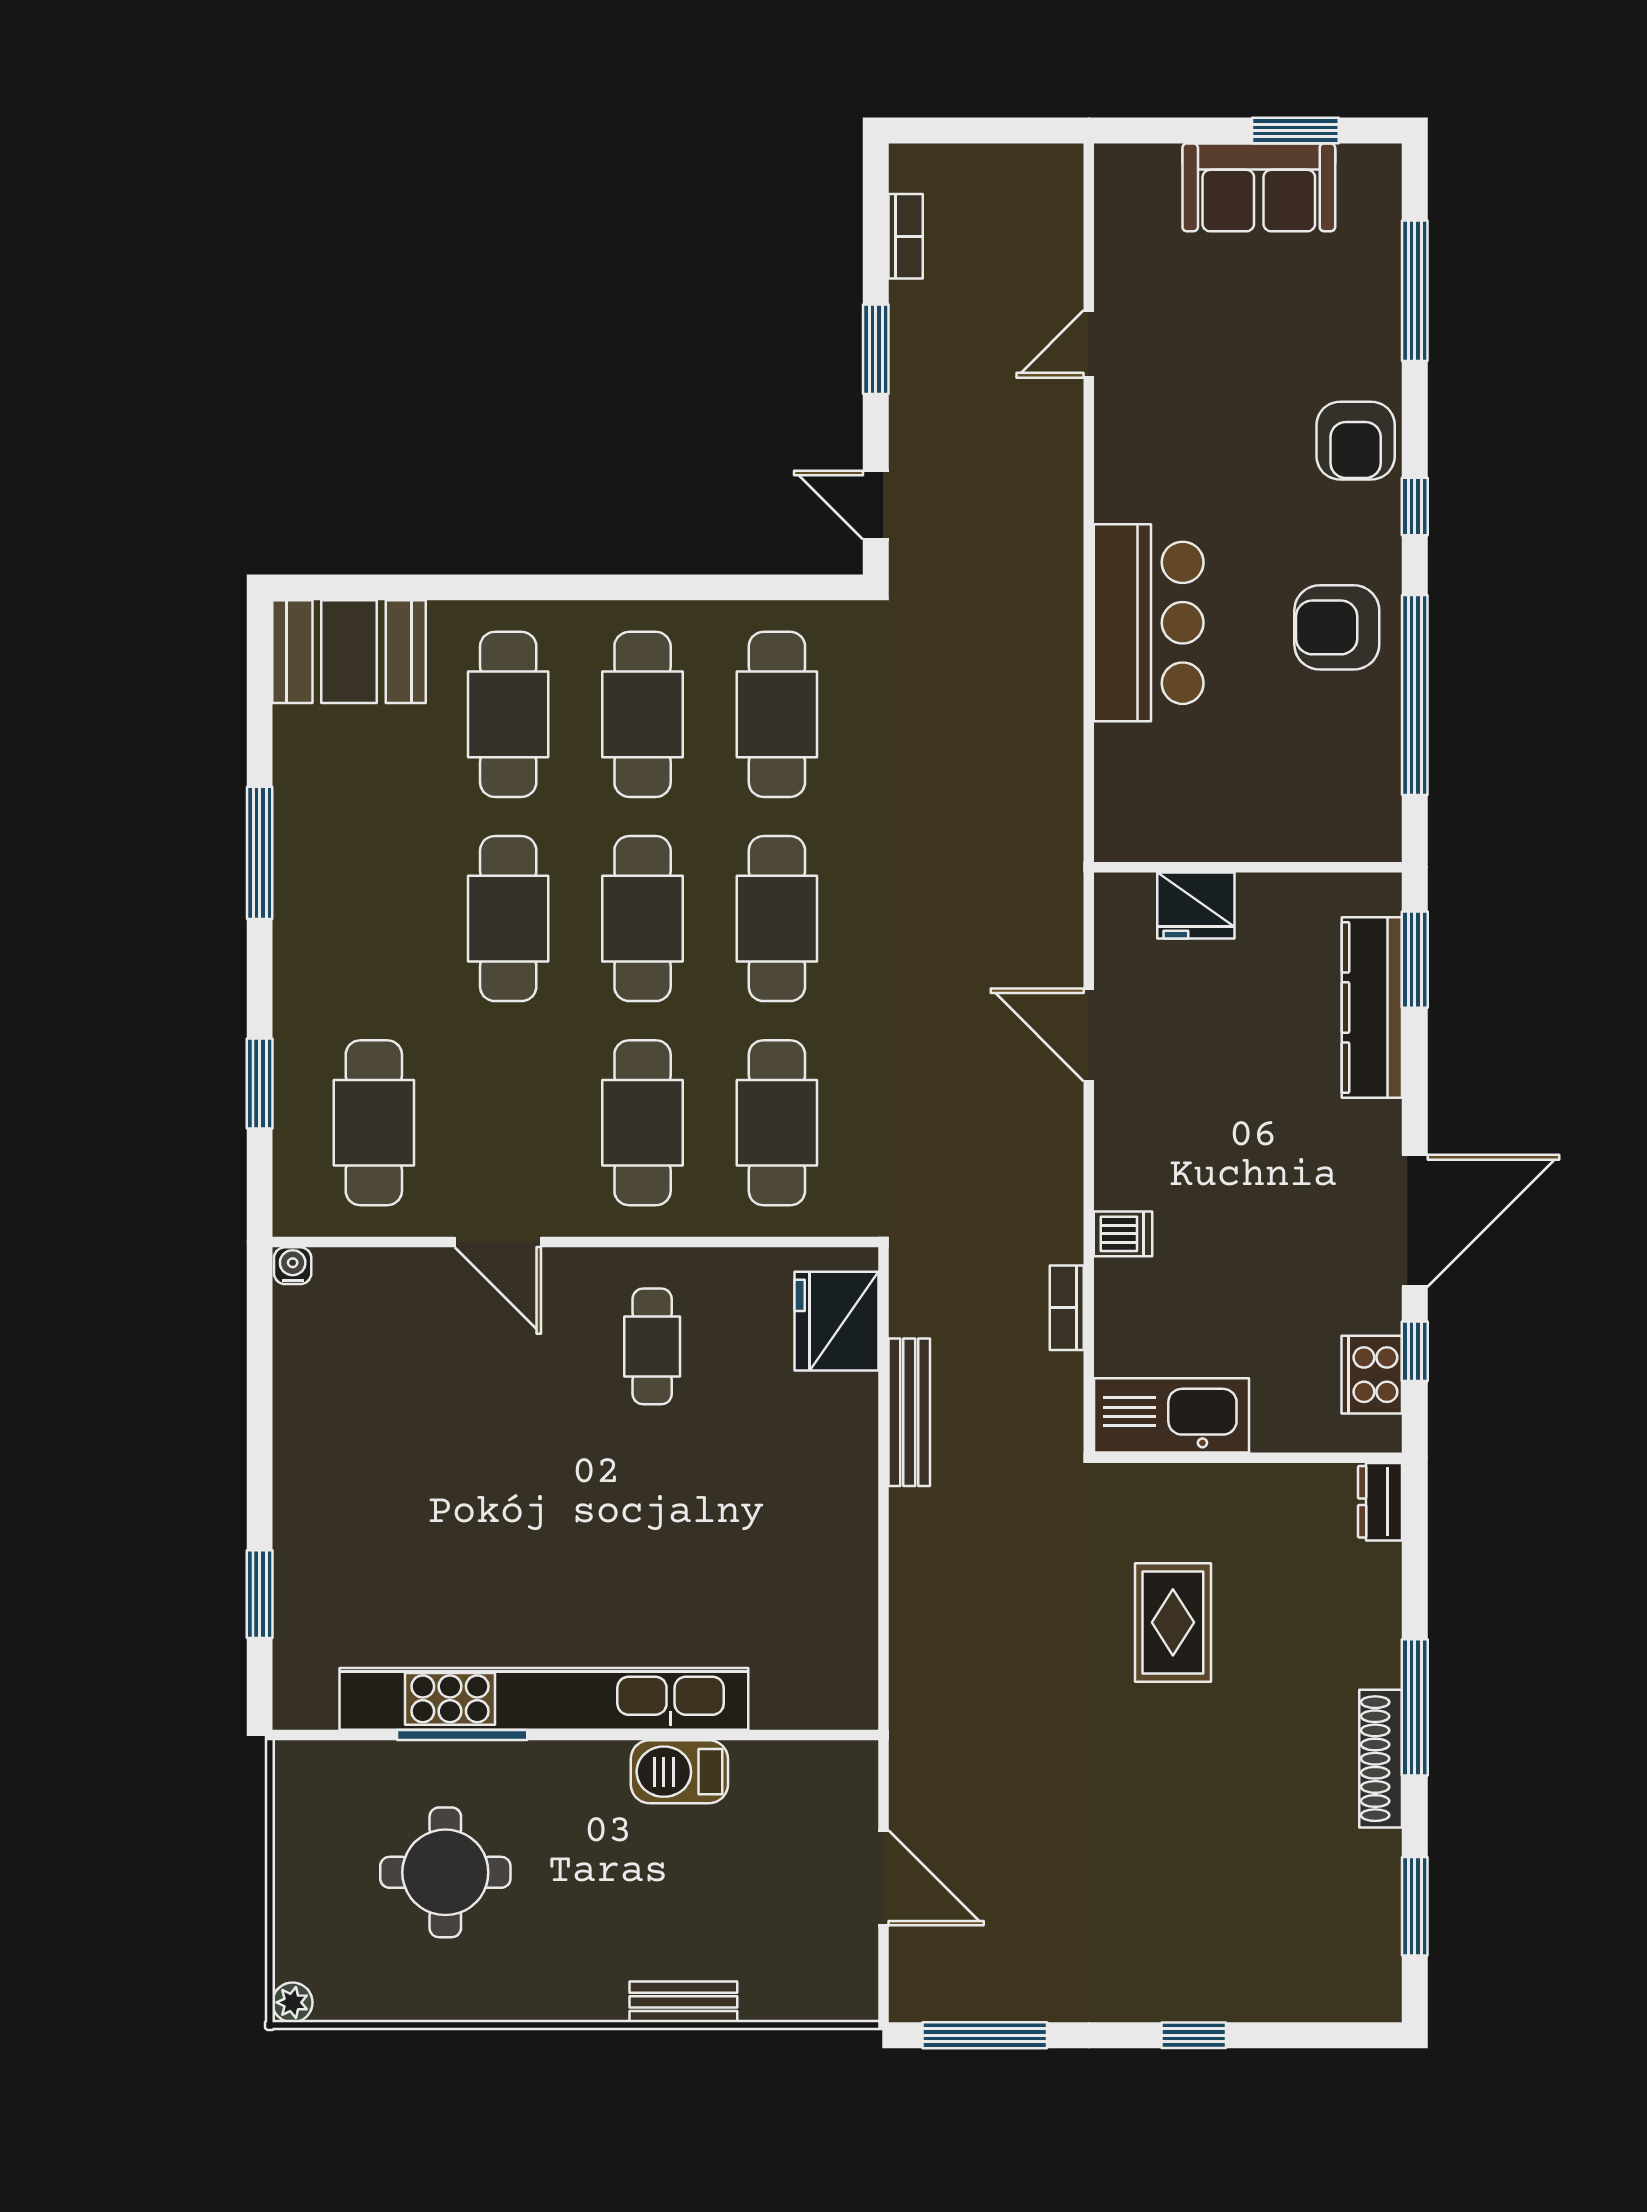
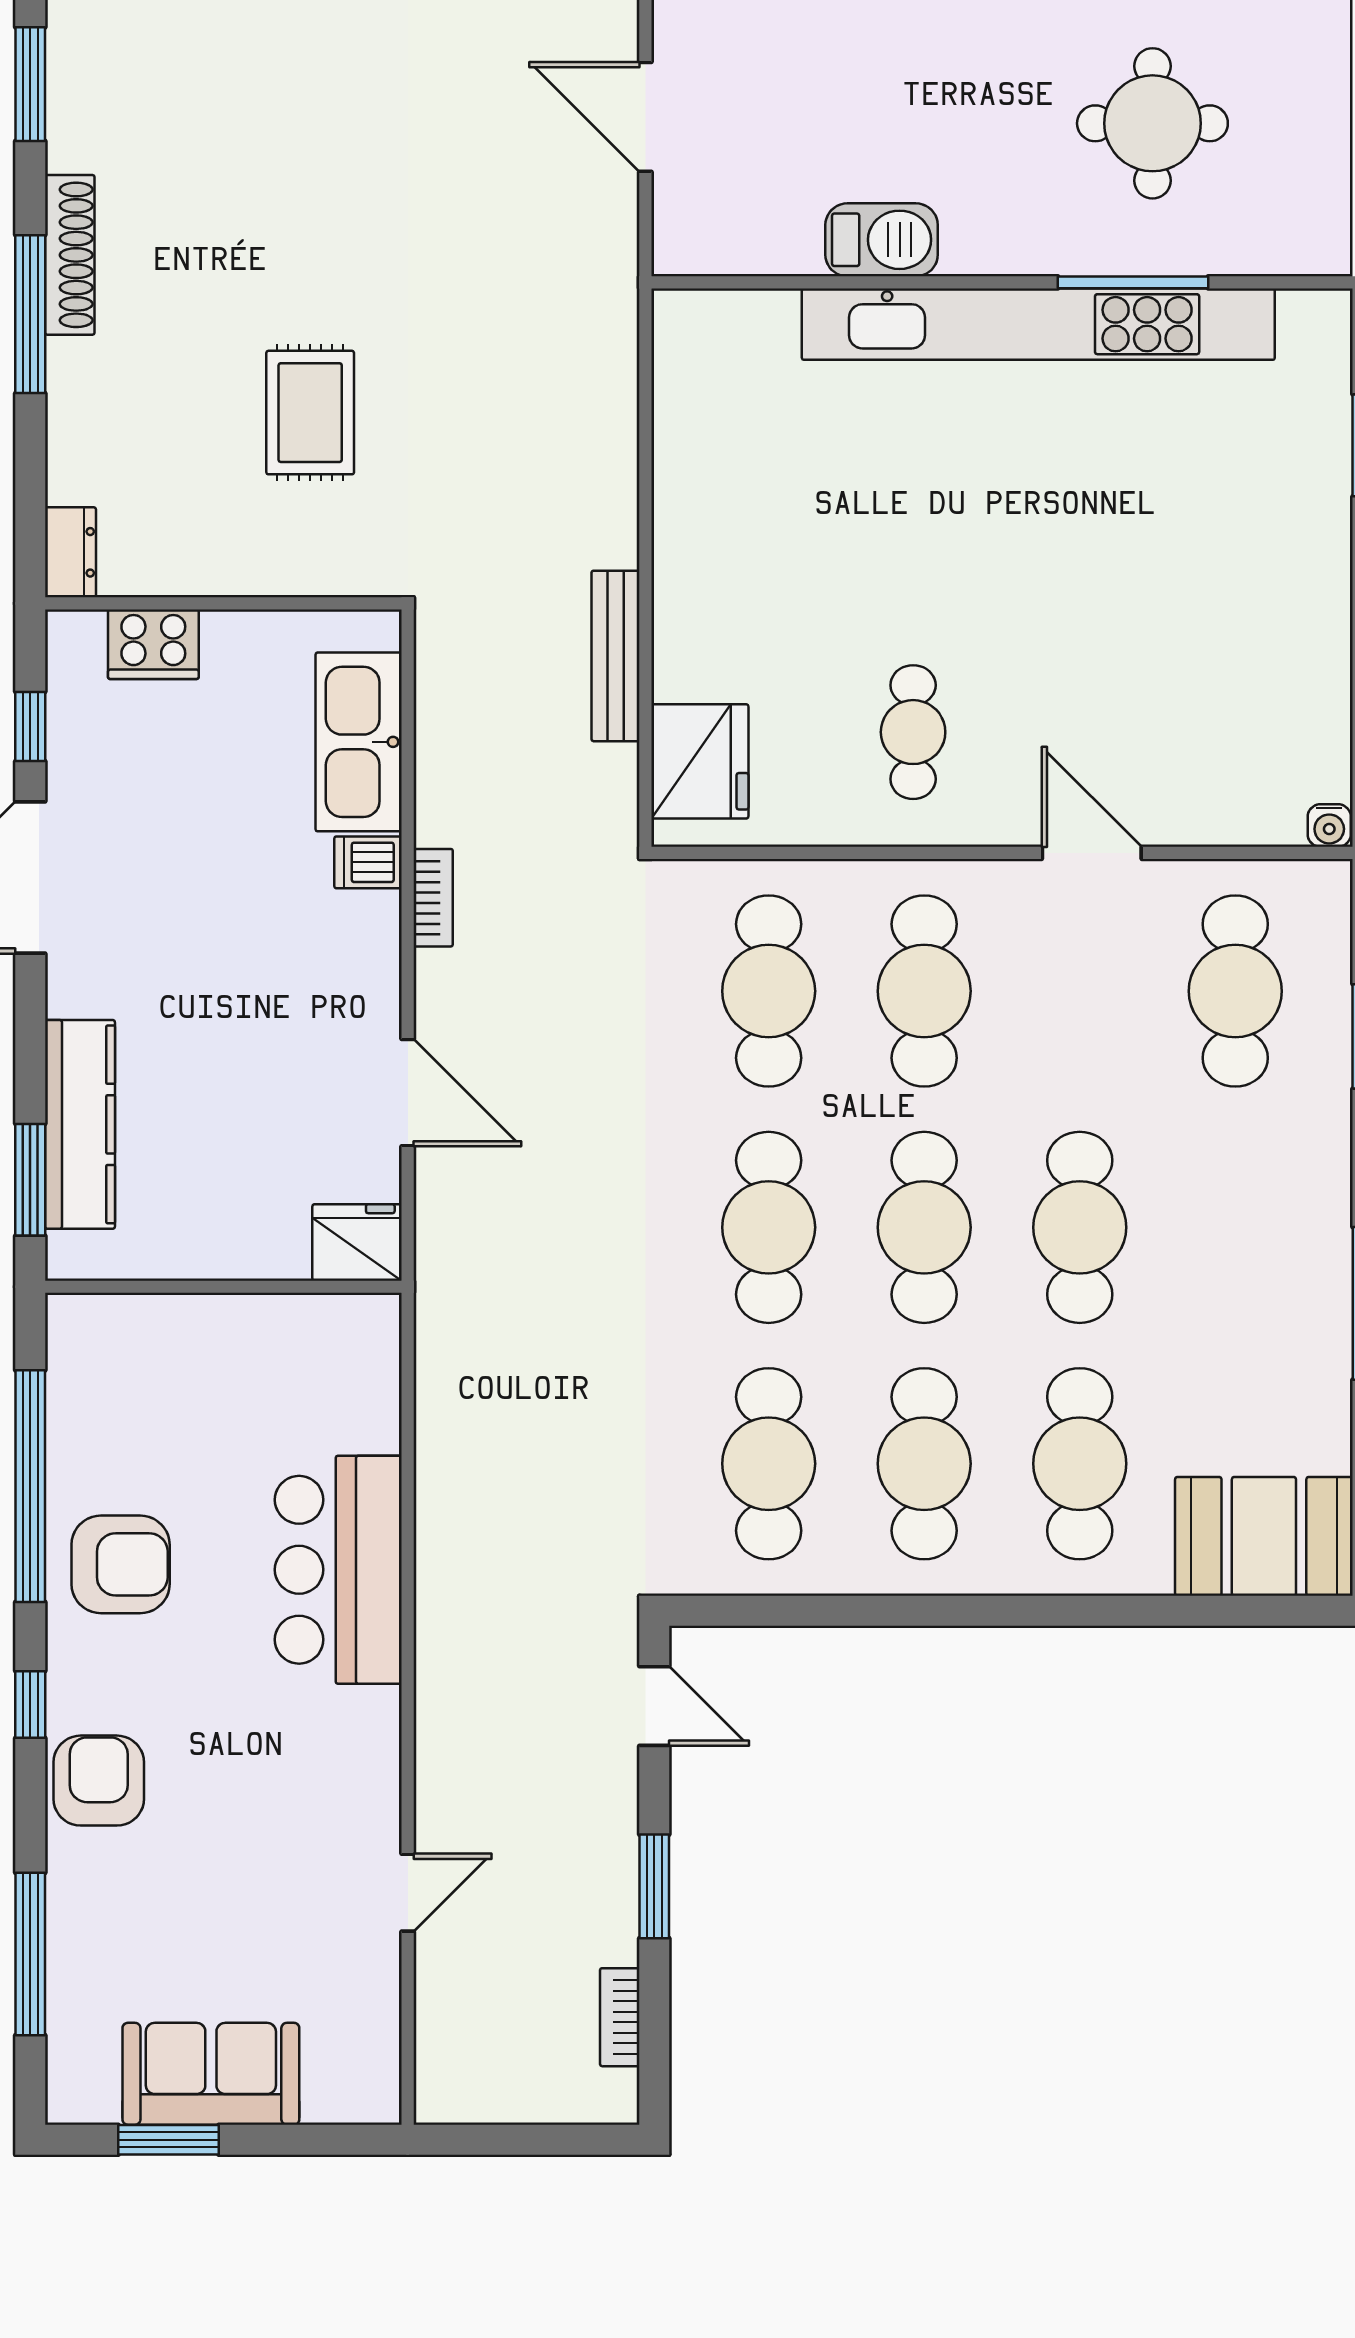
fridge: (1196, 906) -> (357, 1242), moved
bookcase: (1067, 1308) -> (433, 898), moved
cooker: (1372, 1375) -> (153, 644), moved, turned 90
kitchen sink: (1171, 1415) -> (359, 742), moved, turned 90

